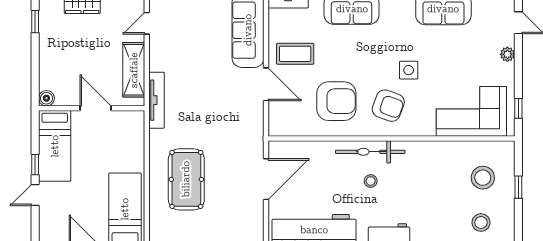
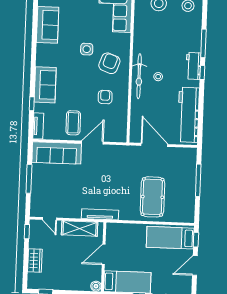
armchair: (336, 101) -> (105, 97), width x0.53, depth x0.53
pool table: (186, 179) -> (152, 197), turned 90

